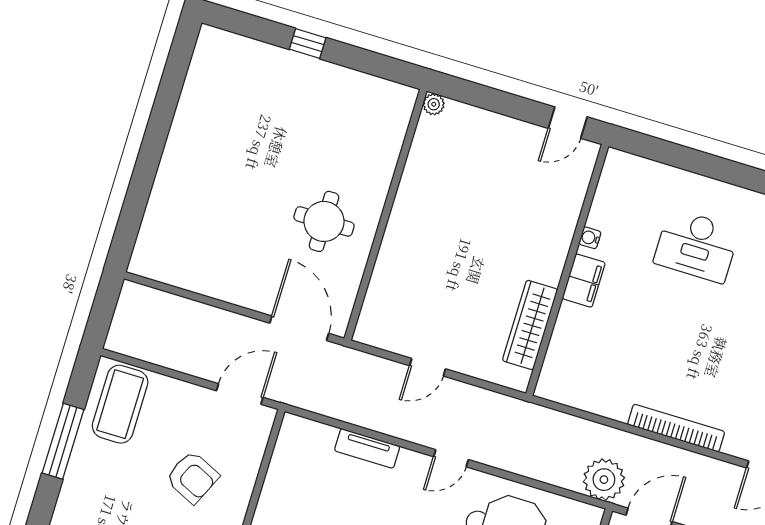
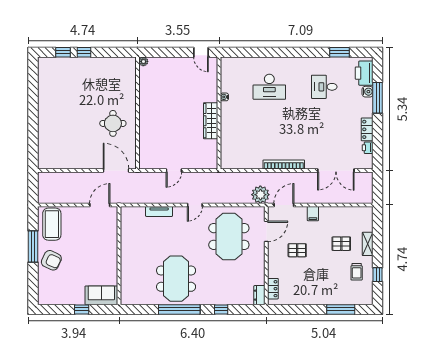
window: (261, 29) -> (63, 52), added
door: (568, 123) -> (201, 52), hinge flipped
filing cabinet: (584, 281) -> (227, 115), removed
wardrobe: (530, 325) -> (211, 121), moved
armchair: (192, 477) -> (51, 260), moved

